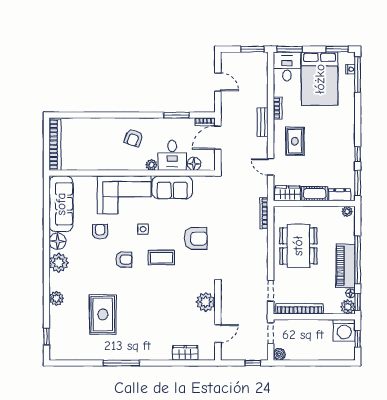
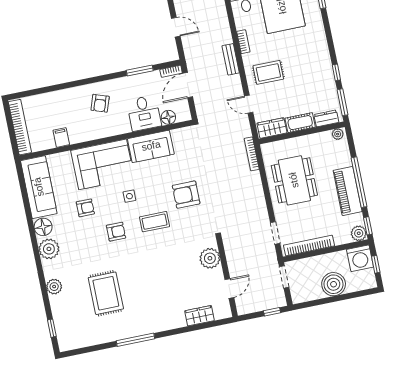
rug: (295, 141) -> (268, 72), turned 90
filing cabinet: (91, 162) -> (61, 137), added
plant: (152, 165) -> (124, 127), removed
armchair: (100, 232) -> (85, 208), turned 90
armchair: (196, 238) -> (186, 195), turned 180
floor lamp: (350, 293) -> (359, 218), removed
boiler: (279, 354) -> (334, 284), moved, width x1.86, depth x1.86

